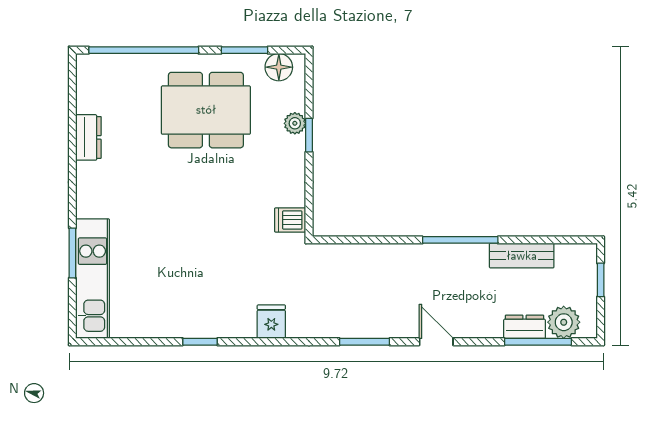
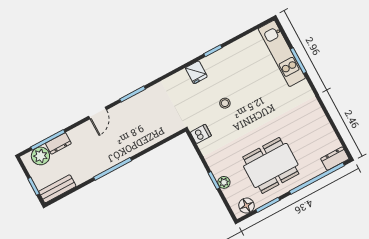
dresser: (88, 137) -> (335, 159), moved, turned 90
stool: (226, 248) -> (225, 103), added
bench: (522, 256) -> (57, 189), moved
fridge: (271, 322) -> (196, 72), moved
door: (436, 342) -> (98, 113), hinge flipped

